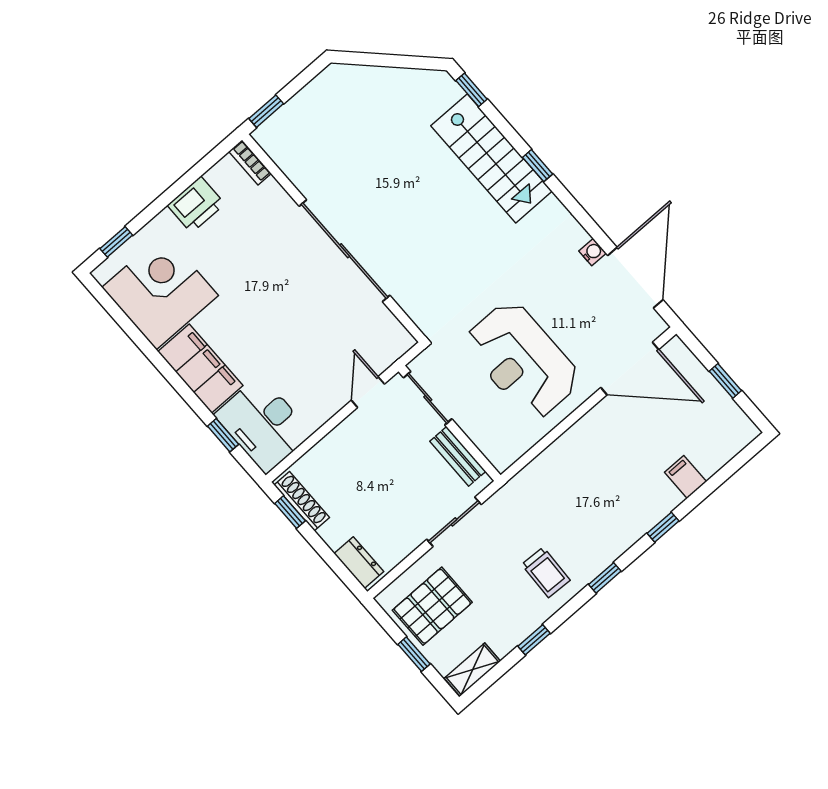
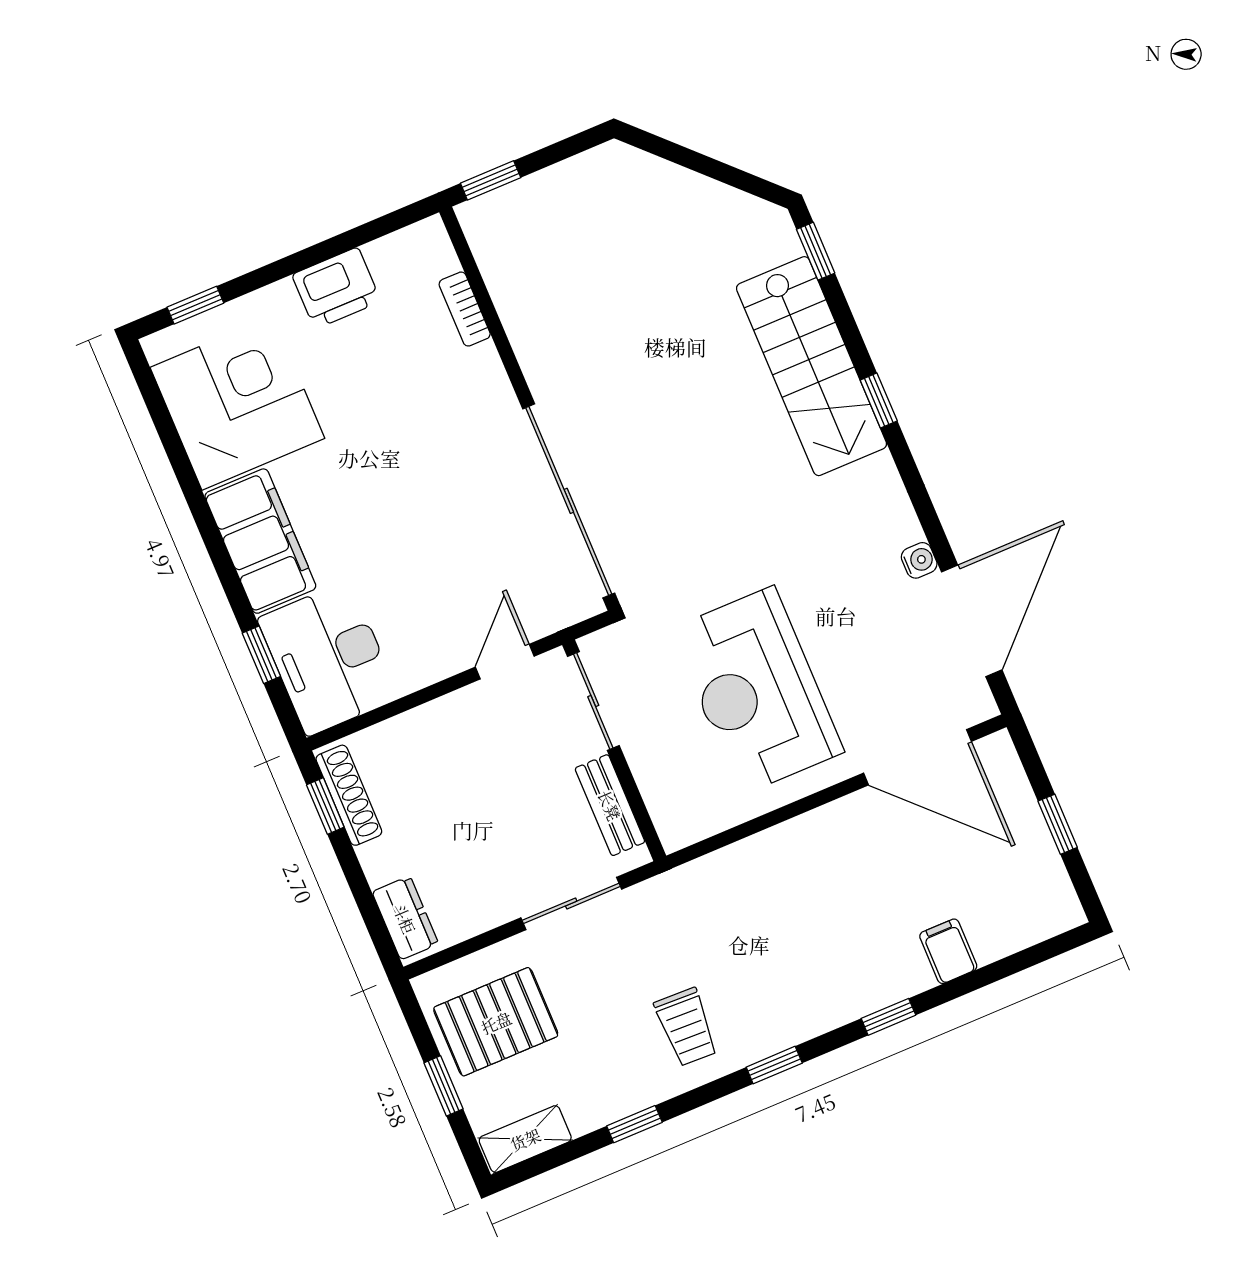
bookcase: (250, 162) -> (465, 309), moved
sliding door: (345, 251) -> (569, 501), moved

